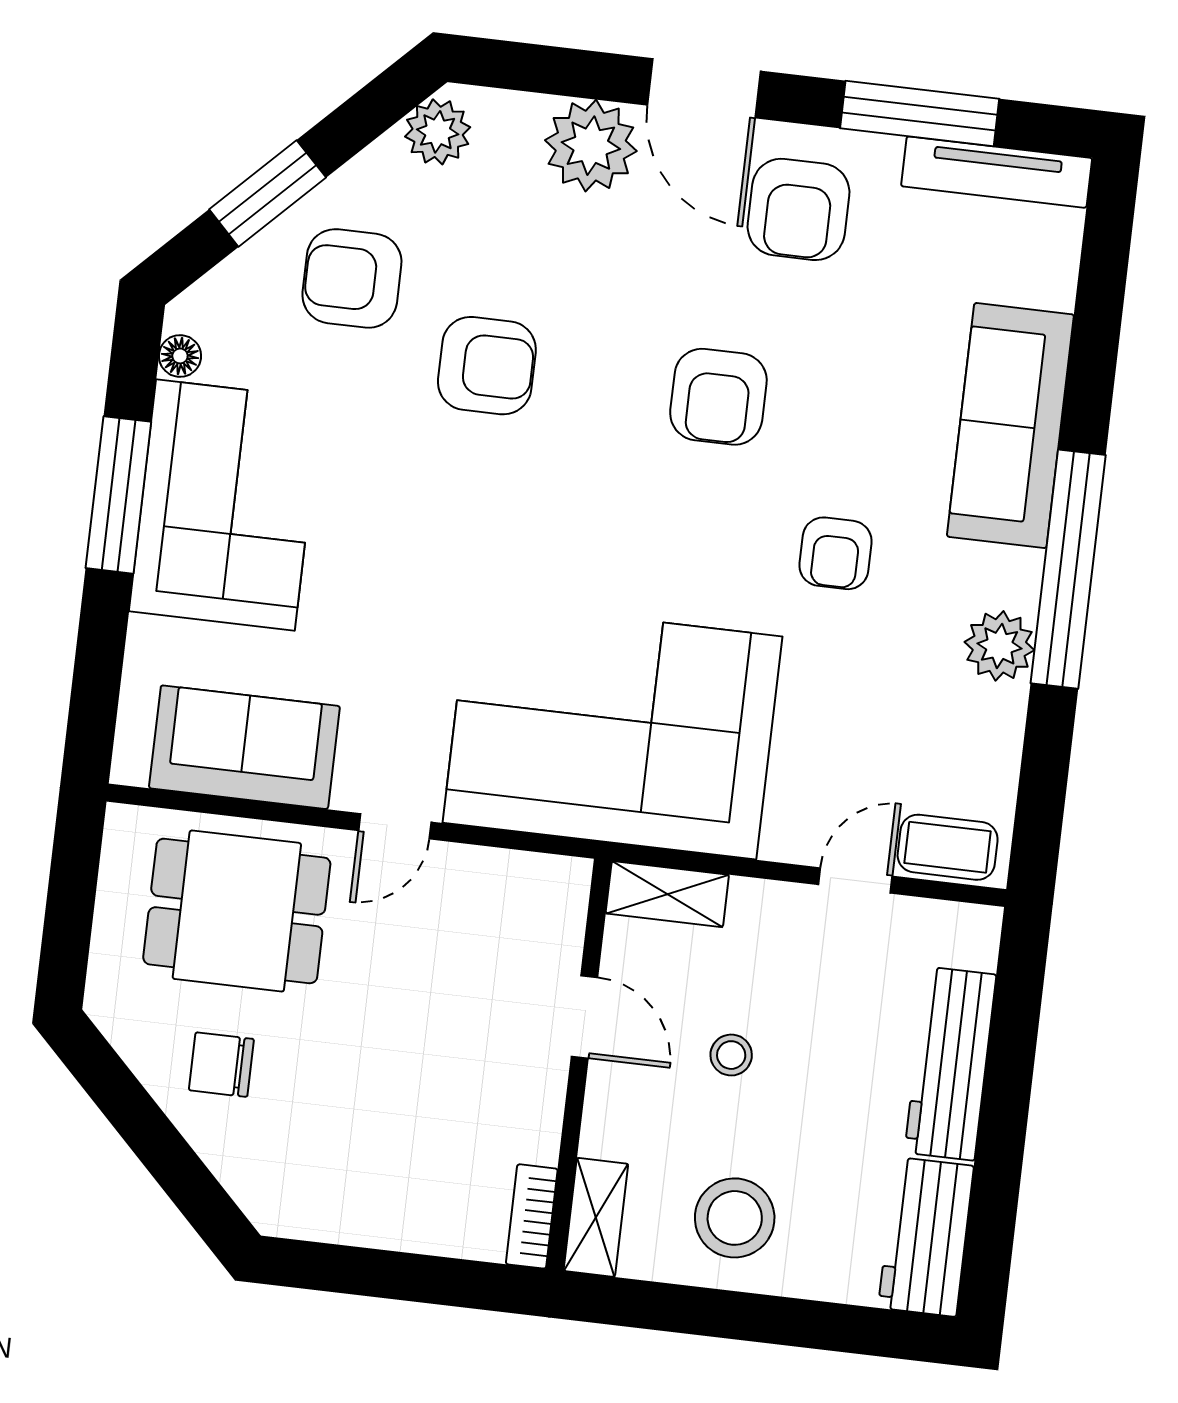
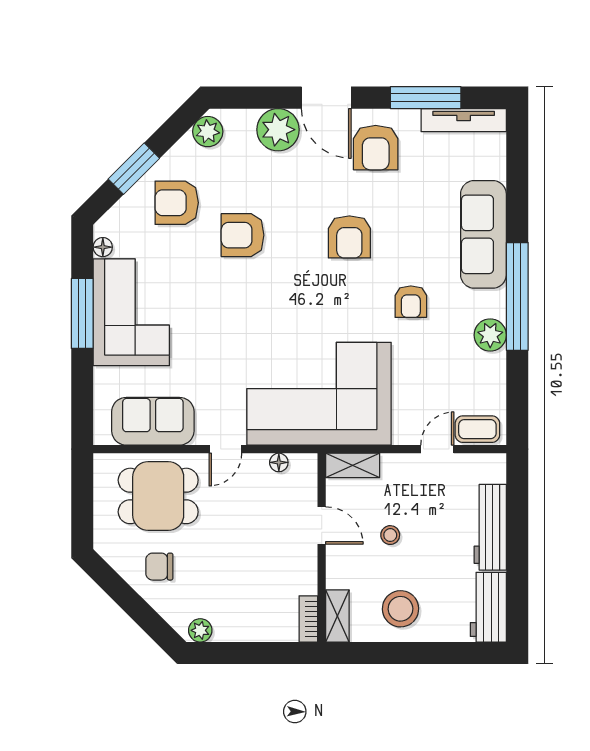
armchair: (487, 366) -> (243, 235), turned 180
floor lamp: (508, 869) -> (279, 462), added
plant: (294, 1214) -> (200, 630), added

